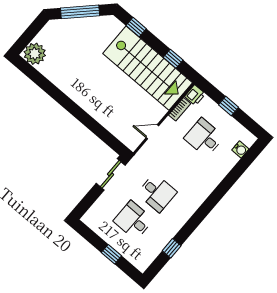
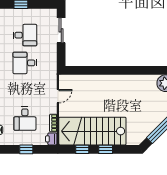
window: (136, 27) -> (106, 149), moved
desk: (204, 138) -> (25, 119), turned 90
sliding door: (111, 174) -> (61, 30), moved

